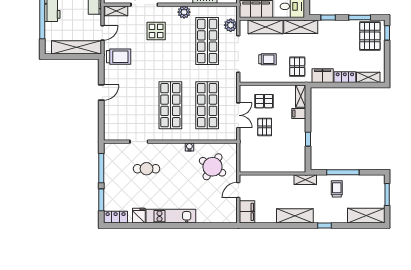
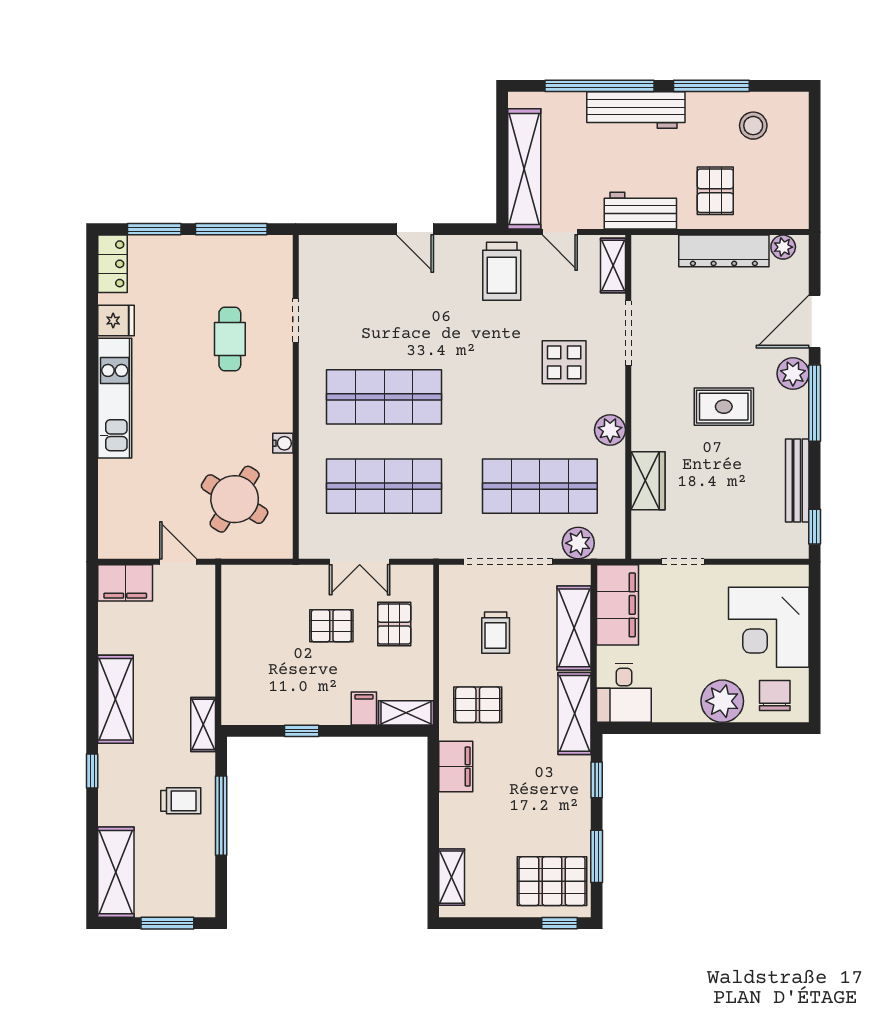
locker: (345, 77) -> (452, 820), removed

